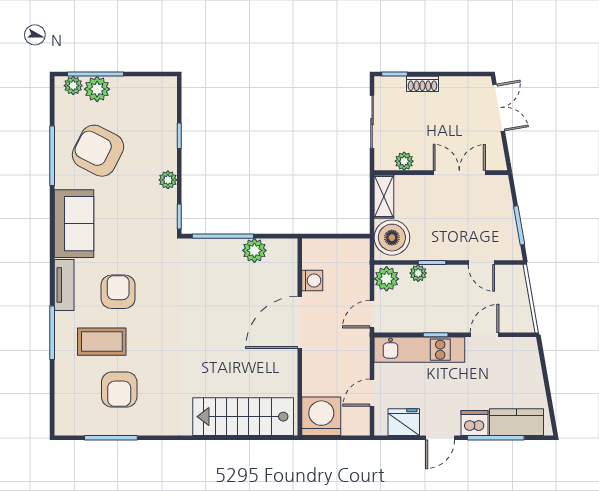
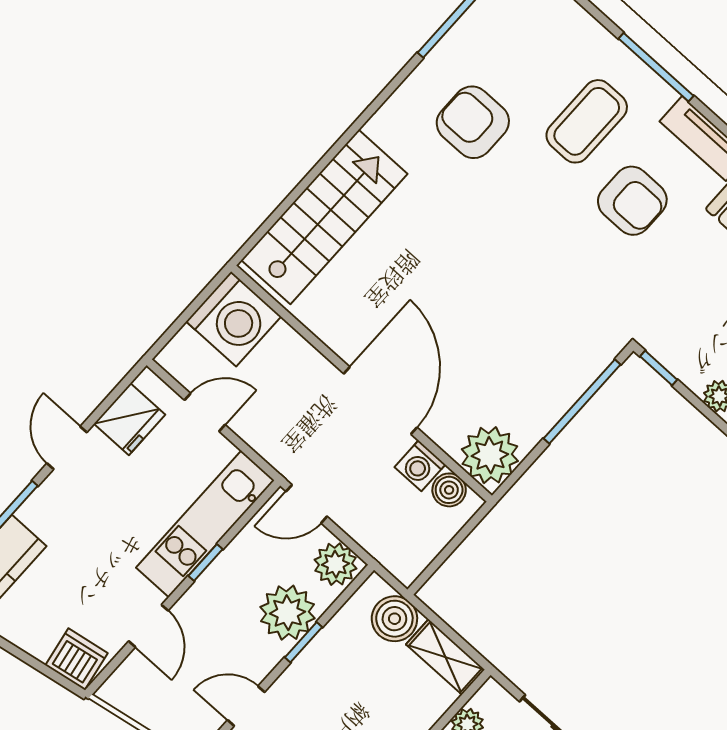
boiler: (392, 238) -> (394, 619), width x0.73, depth x0.73
plant: (254, 250) -> (490, 455), moved, width x1.36, depth x1.36
boiler: (311, 259) -> (449, 490), added
plant: (418, 273) -> (288, 613), width x1.87, depth x1.87
door: (372, 314) -> (307, 504), swing flipped
armchair: (119, 389) -> (473, 122), moved
door: (372, 393) -> (205, 412), hinge flipped
dishwasher: (474, 423) -> (76, 659), moved, turned -100

